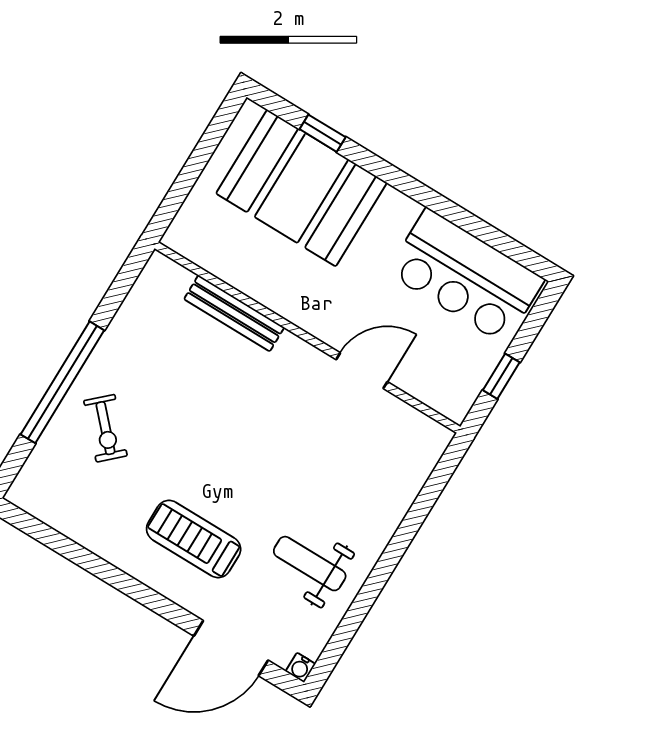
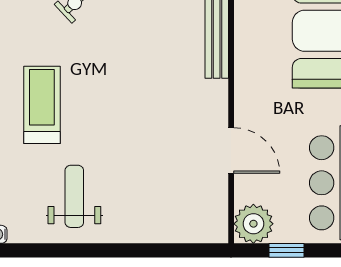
plant: (452, 394) -> (253, 224), added

